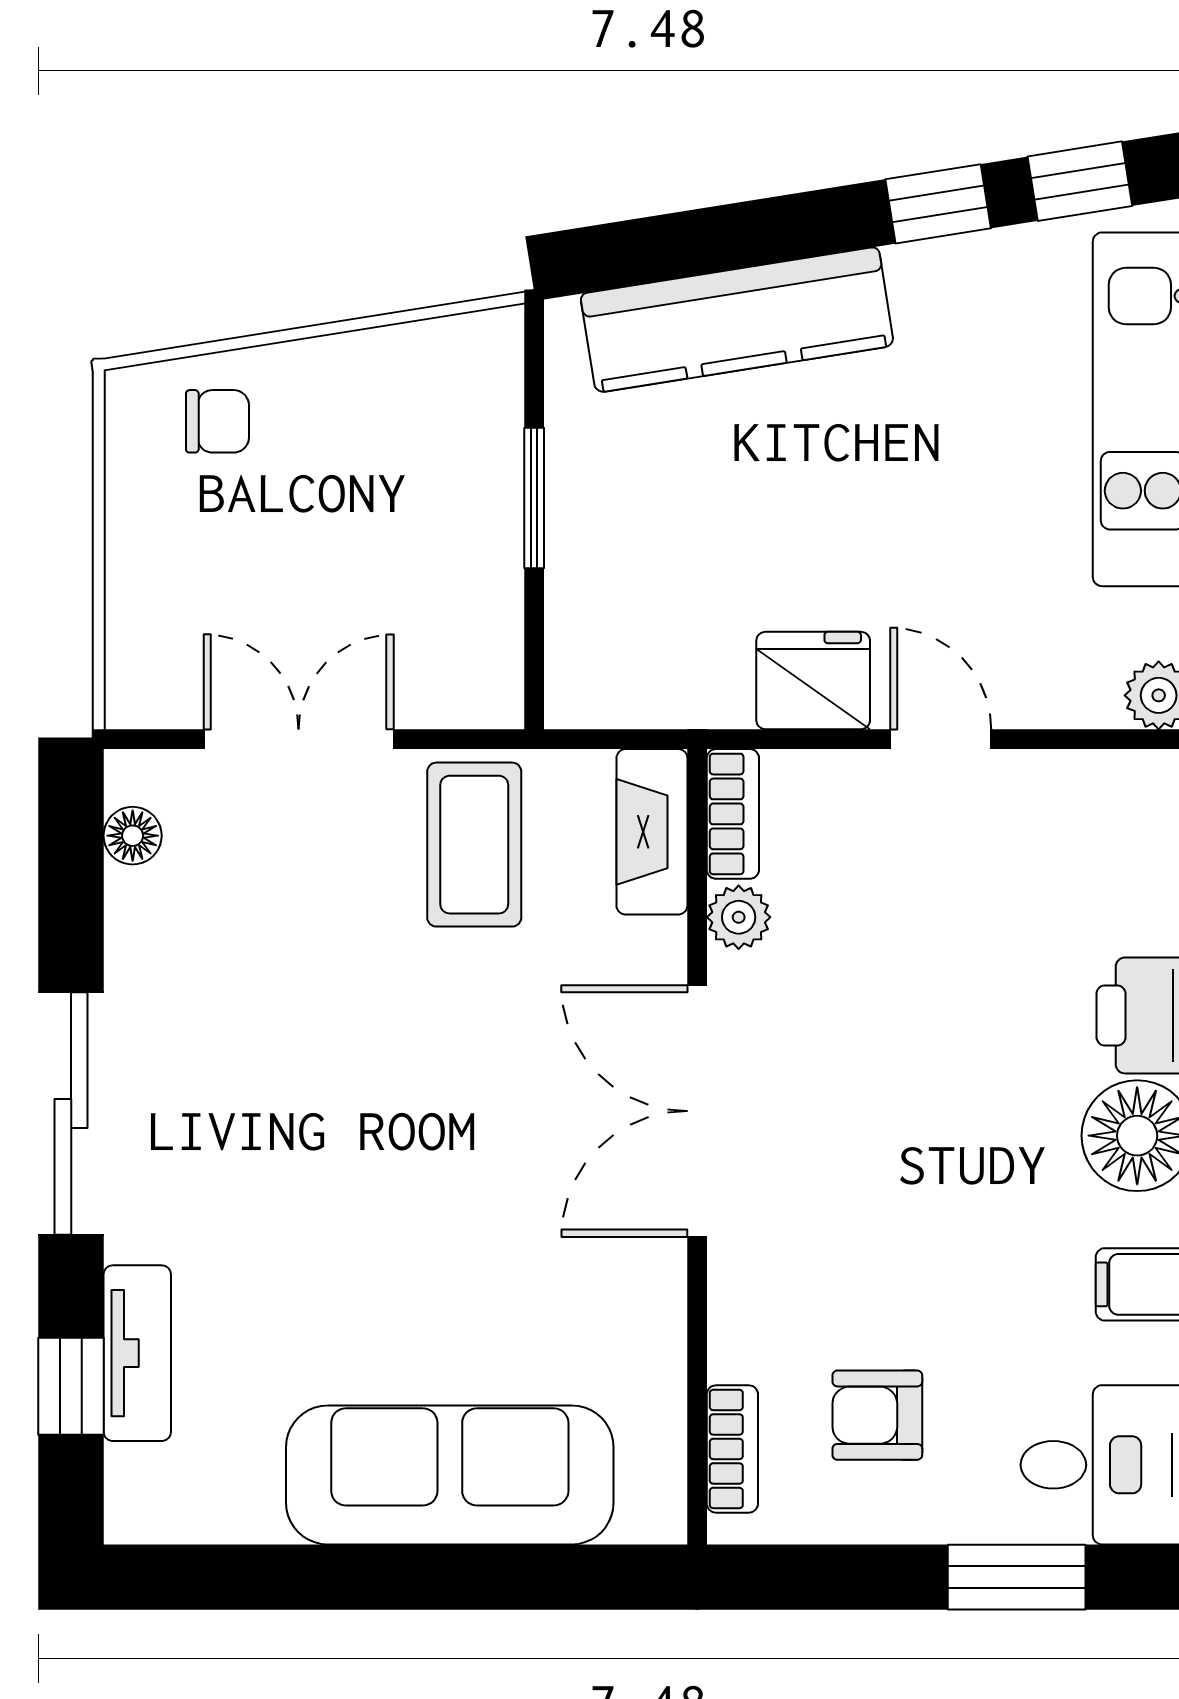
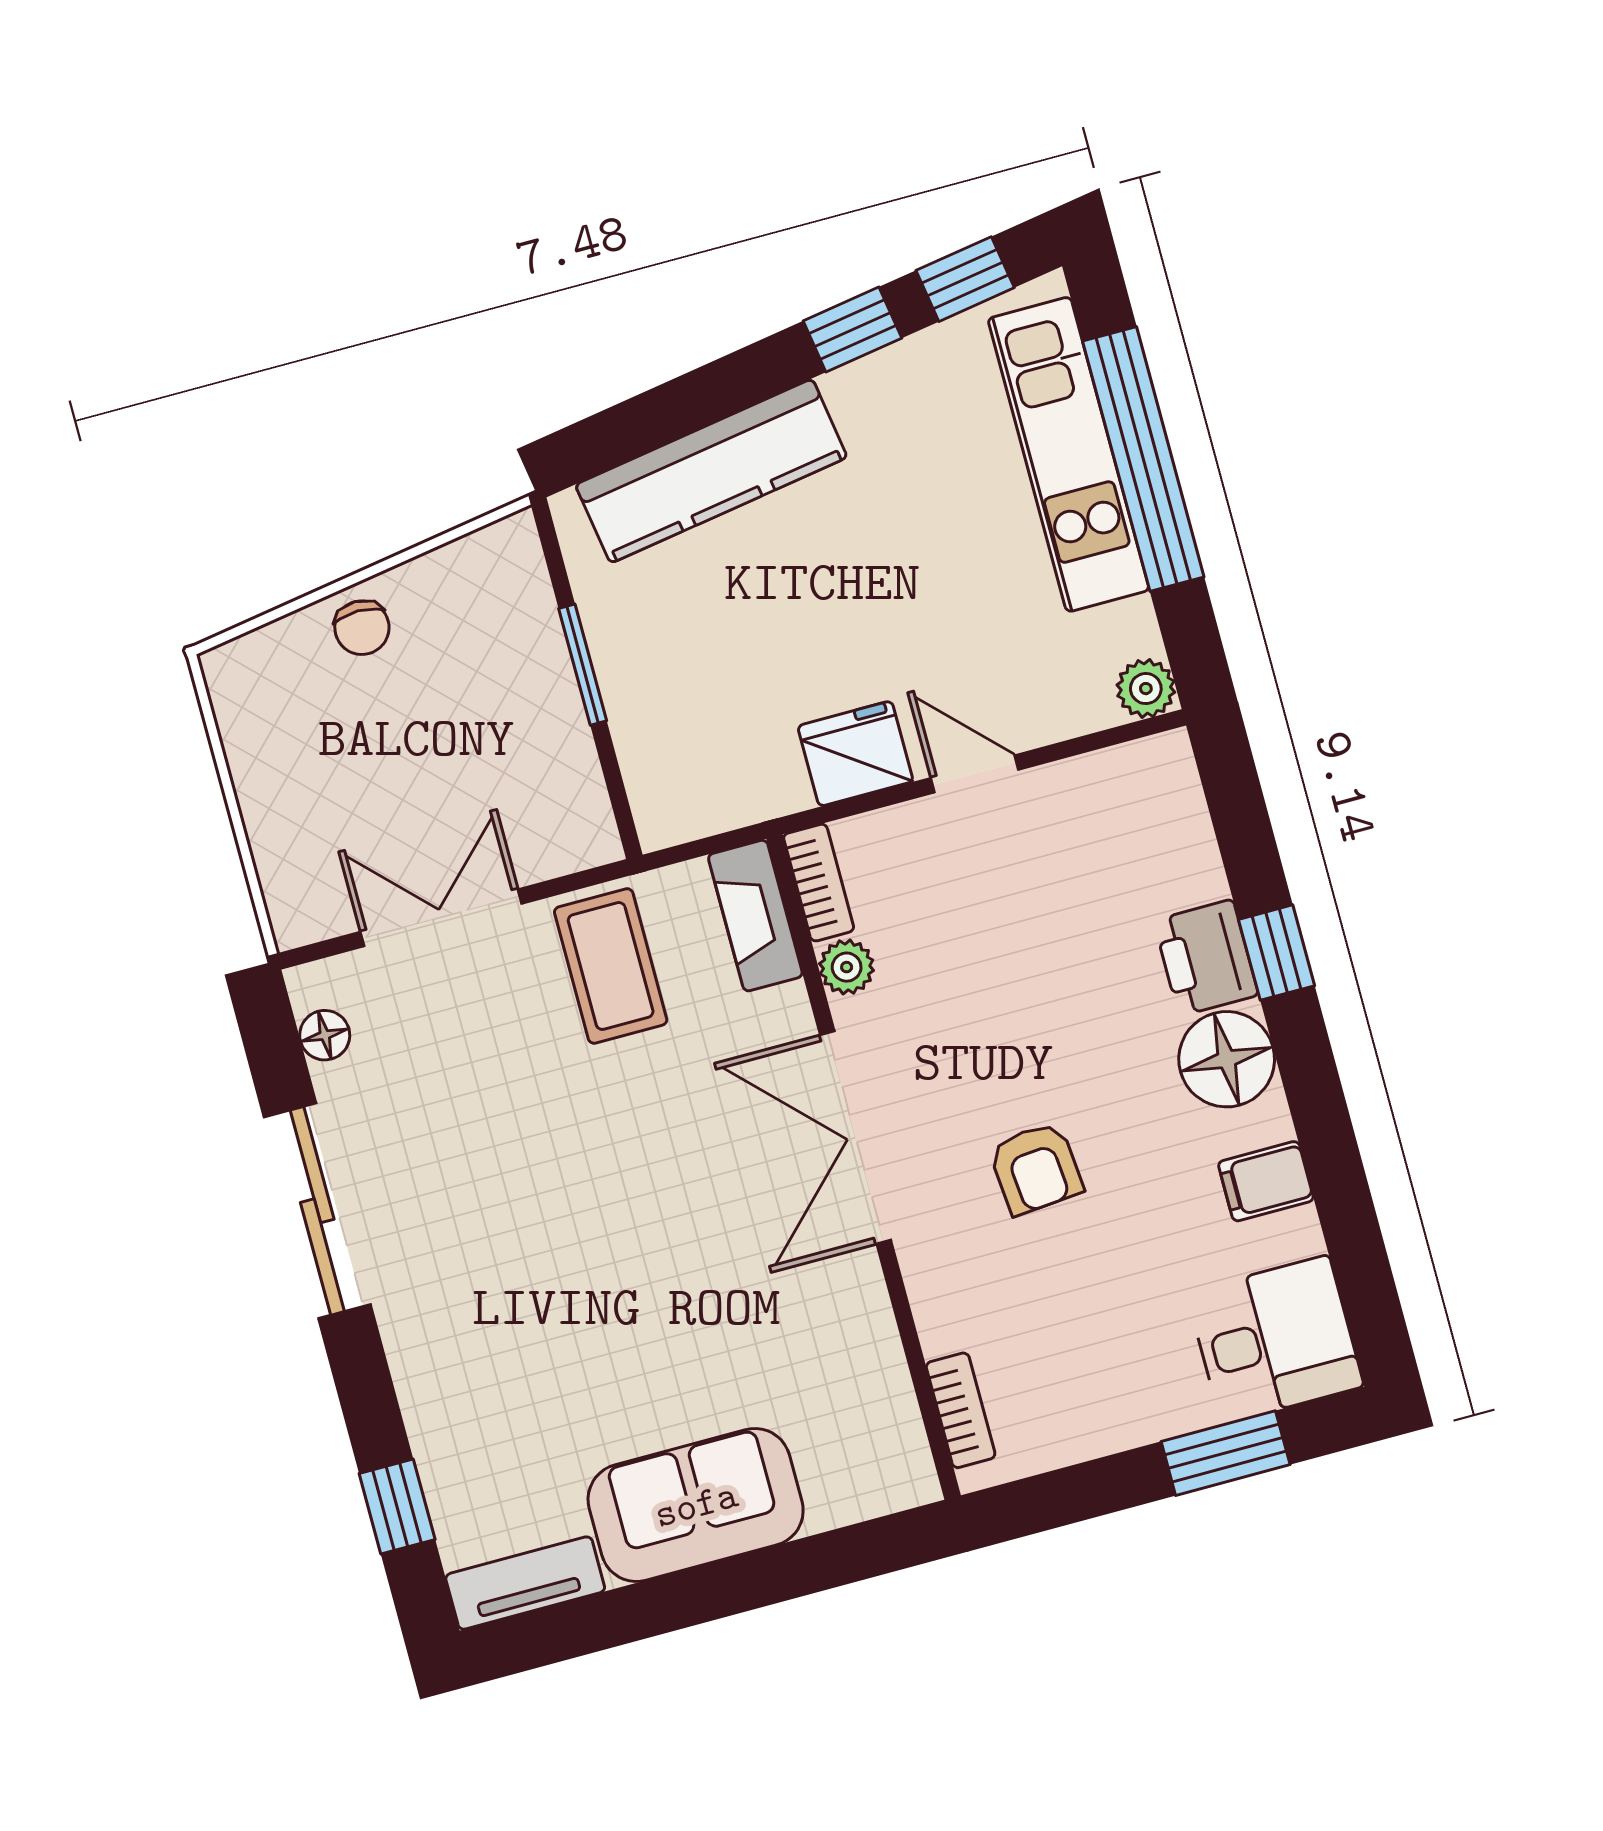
chair: (217, 421) -> (362, 628), moved, turned 90
sliding door: (71, 1114) -> (317, 1211), moved
tv unit: (137, 1353) -> (525, 1583), moved, turned -90
armchair: (877, 1415) -> (1036, 1168), moved, turned -95
sofa: (450, 1475) -> (696, 1505), width x0.73

